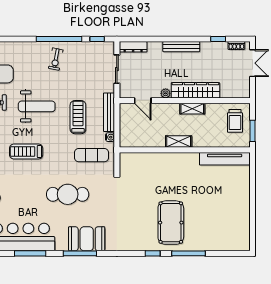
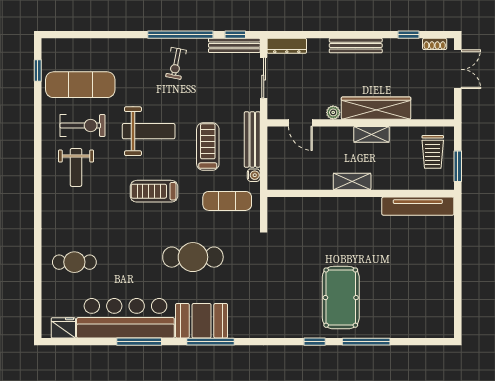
bench: (96, 47) -> (234, 45), added
treadmill: (26, 152) -> (154, 191), moved
booth: (87, 239) -> (202, 321), moved

